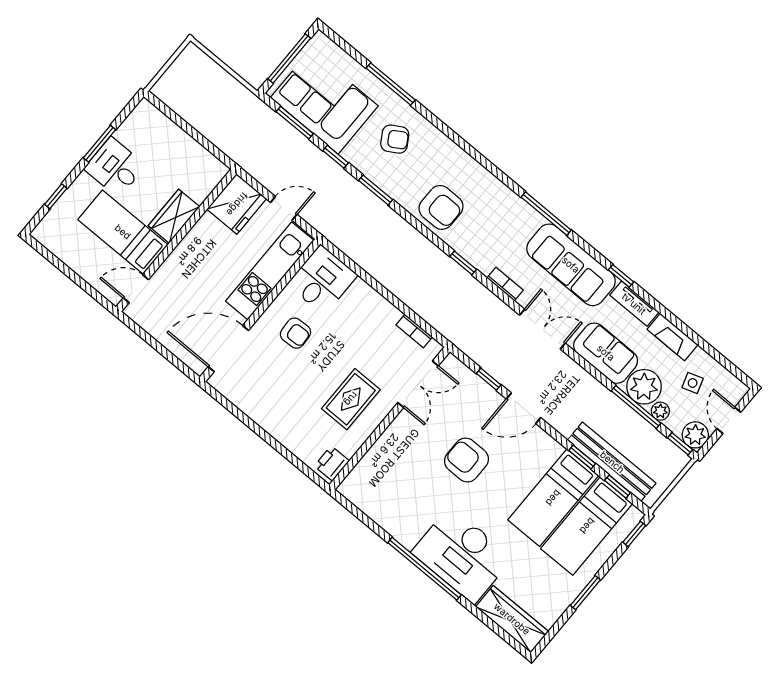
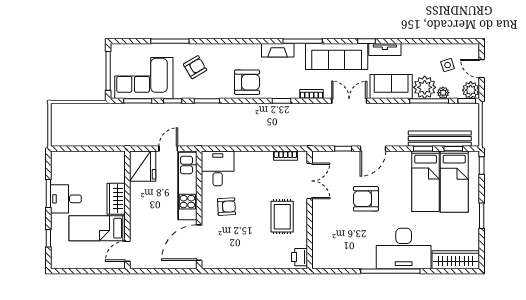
fireplace: (673, 337) -> (278, 50), moved

